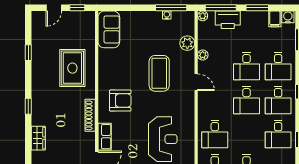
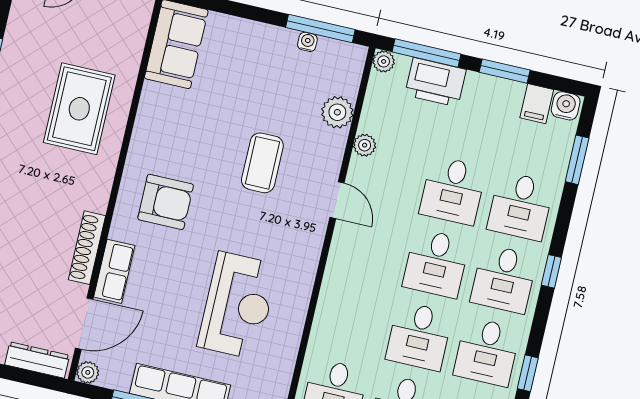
coffee table: (159, 73) -> (262, 163), width x0.73, depth x0.76
shoe rack: (90, 115) -> (87, 248), moved
desk: (215, 134) -> (419, 336), moved

